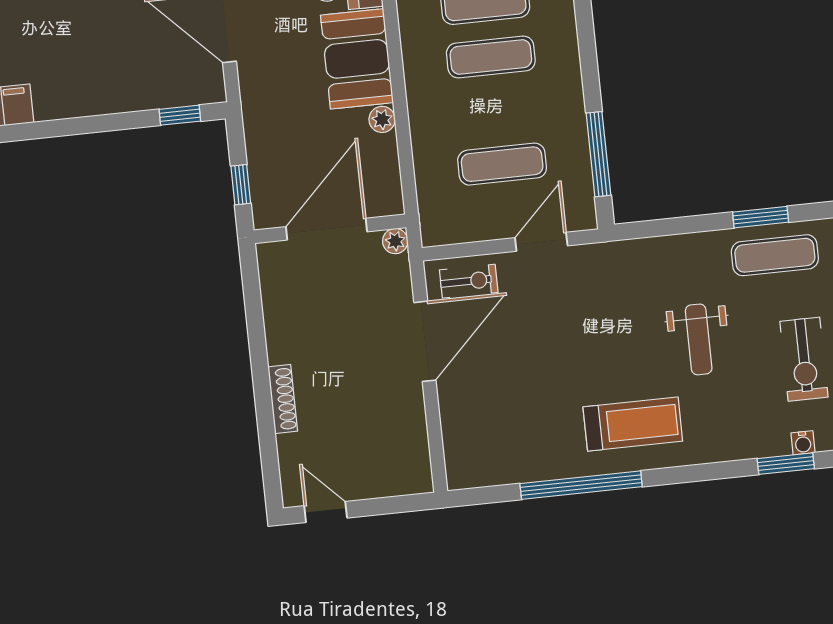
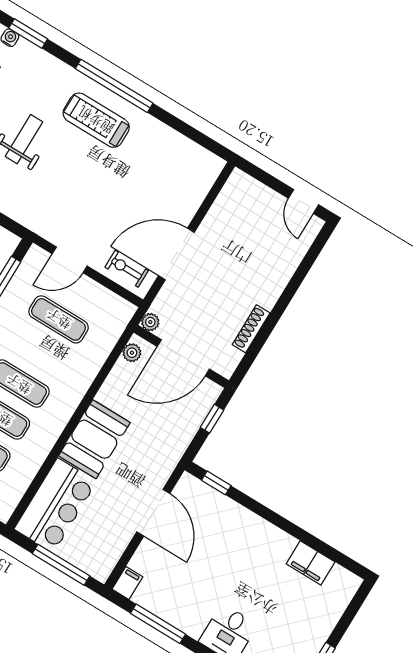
plant: (382, 119) -> (132, 353), moved
shoe rack: (283, 399) -> (251, 329), moved
window: (581, 485) -> (114, 86), moved

